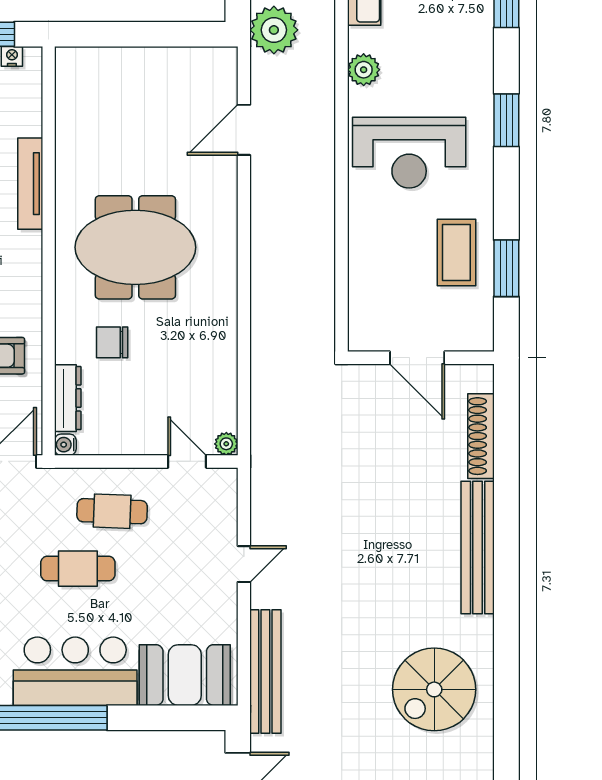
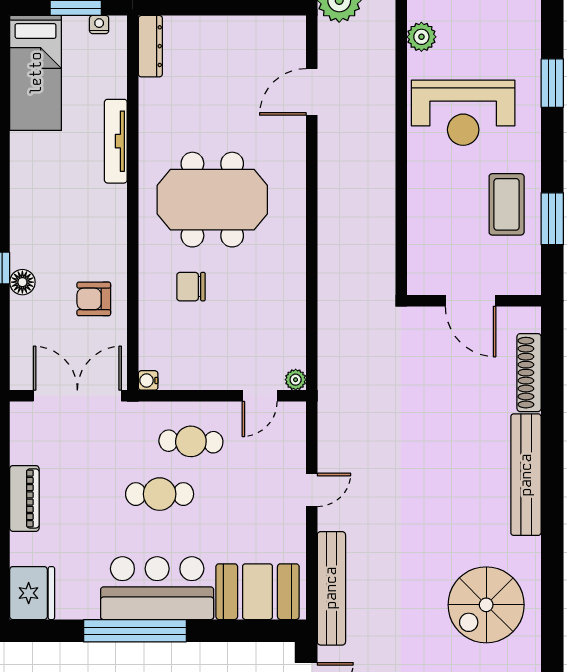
dresser: (68, 398) -> (150, 46), moved
door: (187, 461) -> (260, 396), swing flipped

